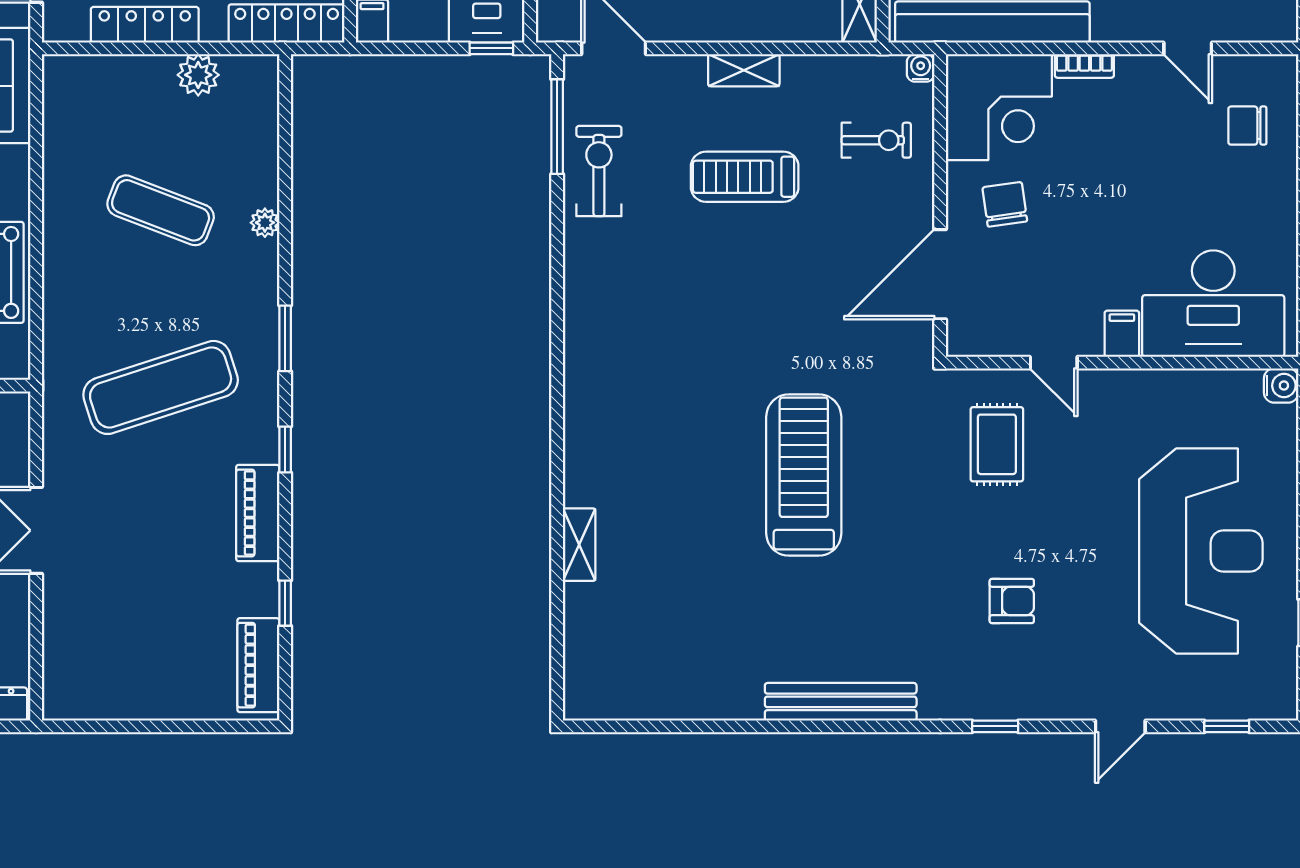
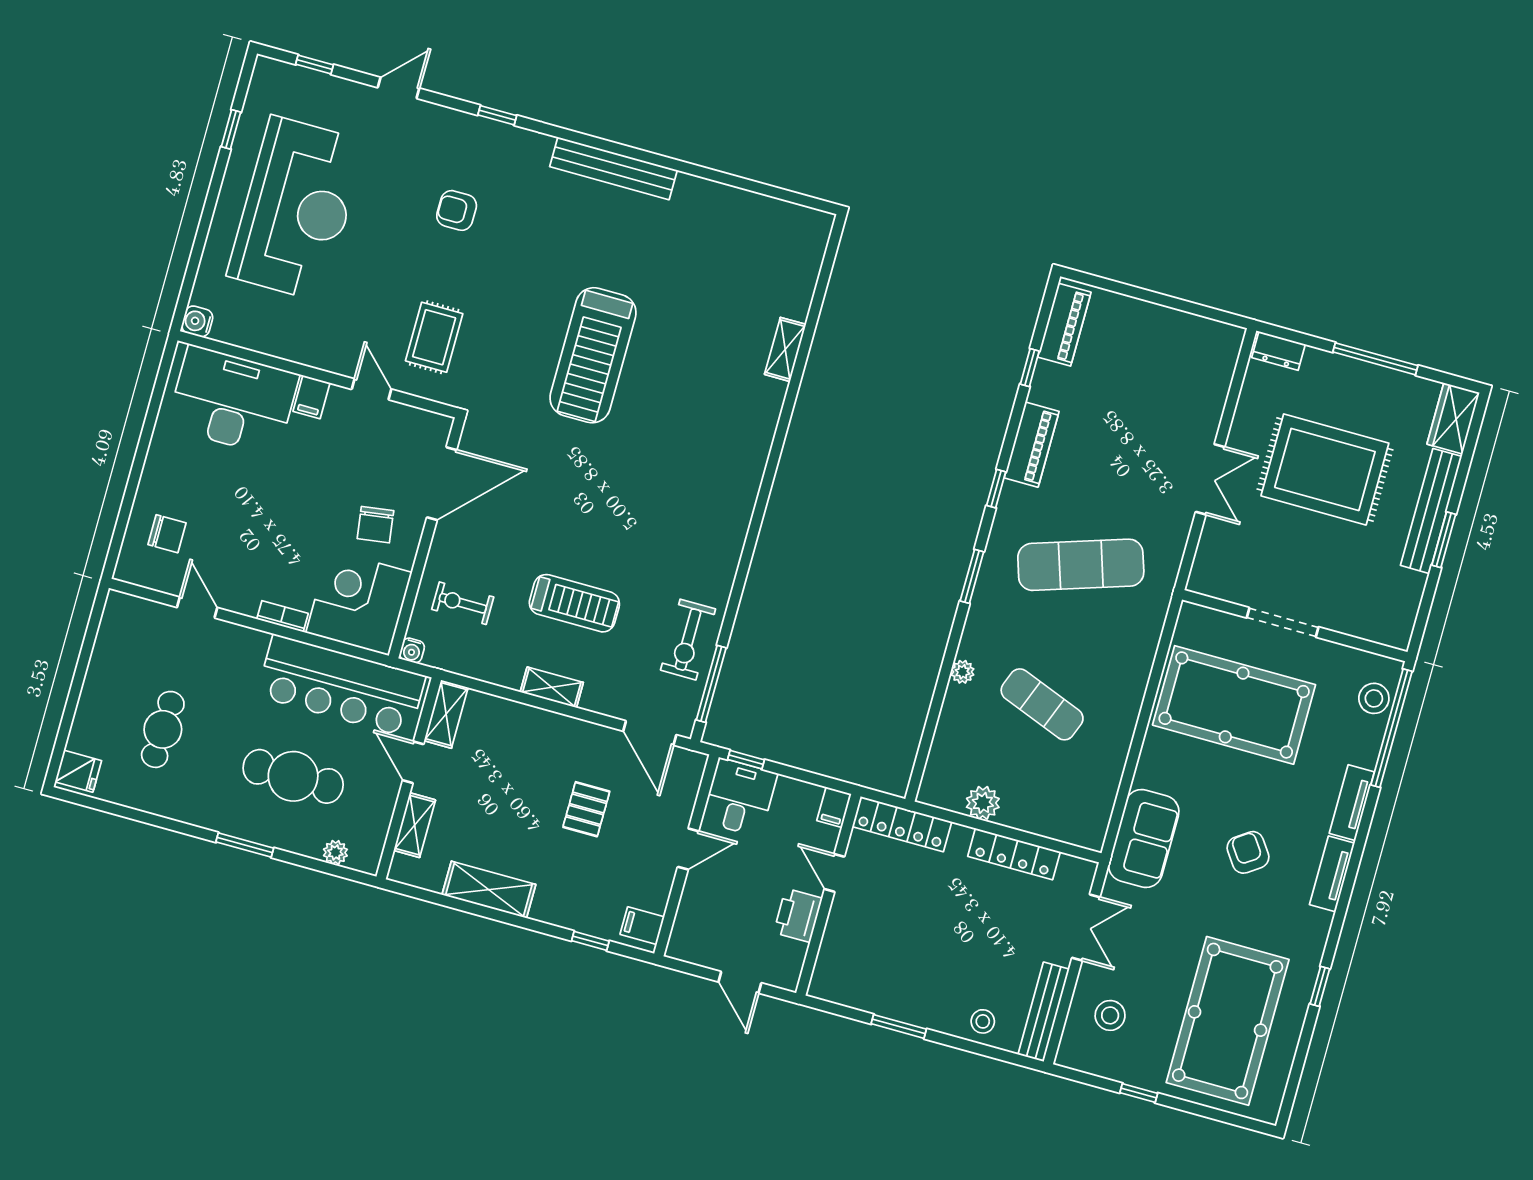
reception desk: (1201, 551) -> (297, 209), turned 180

